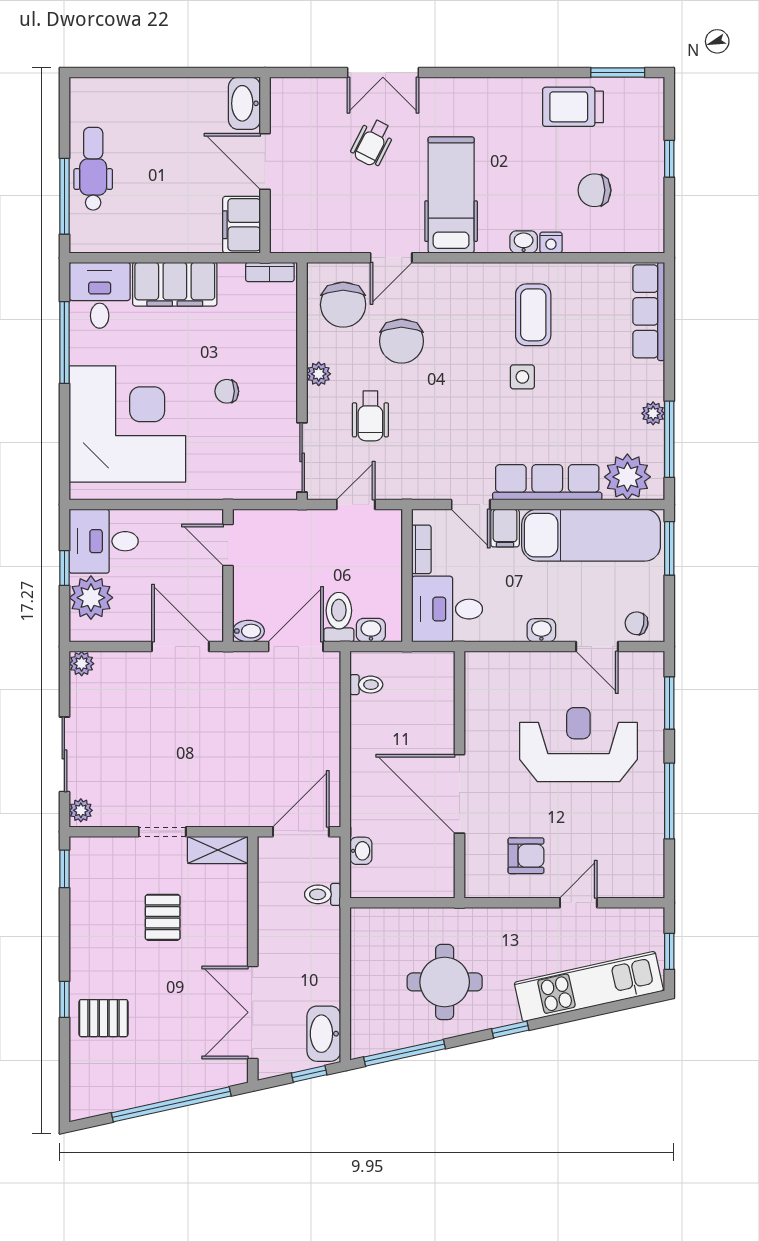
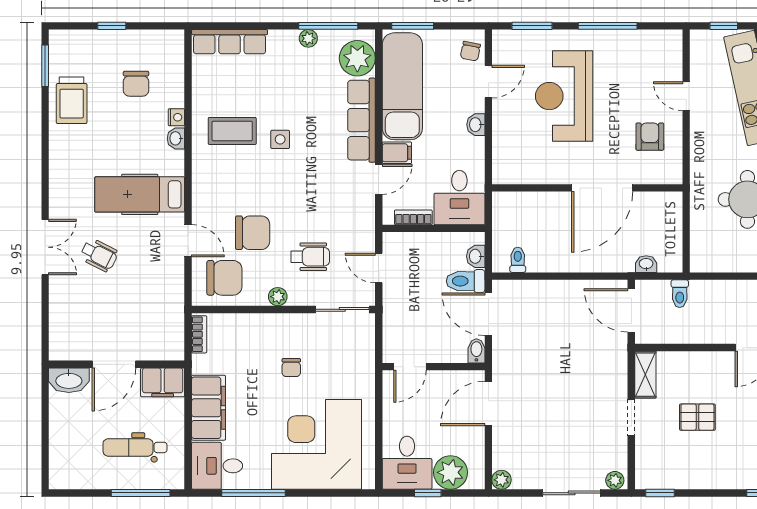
washbasin: (244, 103) -> (69, 380), moved
door: (265, 162) -> (114, 364), moved
wall: (265, 165) -> (117, 364), moved
dental chair: (93, 169) -> (135, 447), moved
filing cabinet: (242, 225) -> (163, 382), moved

